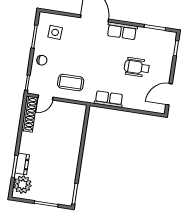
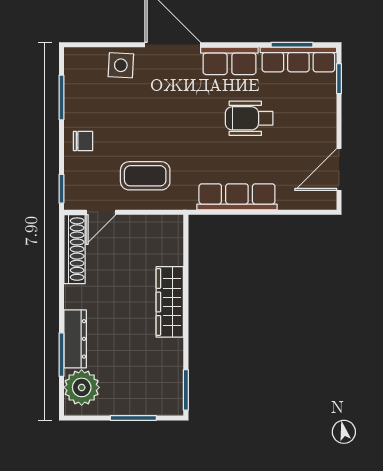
side table: (55, 32) -> (121, 65), moved
row of seats: (157, 35) -> (298, 59), added
wheelchair: (137, 67) -> (249, 118), moved
row of seats: (109, 99) -> (237, 197), width x1.48
wardrobe: (73, 148) -> (170, 302), added
dresser: (22, 164) -> (75, 339), width x1.44

